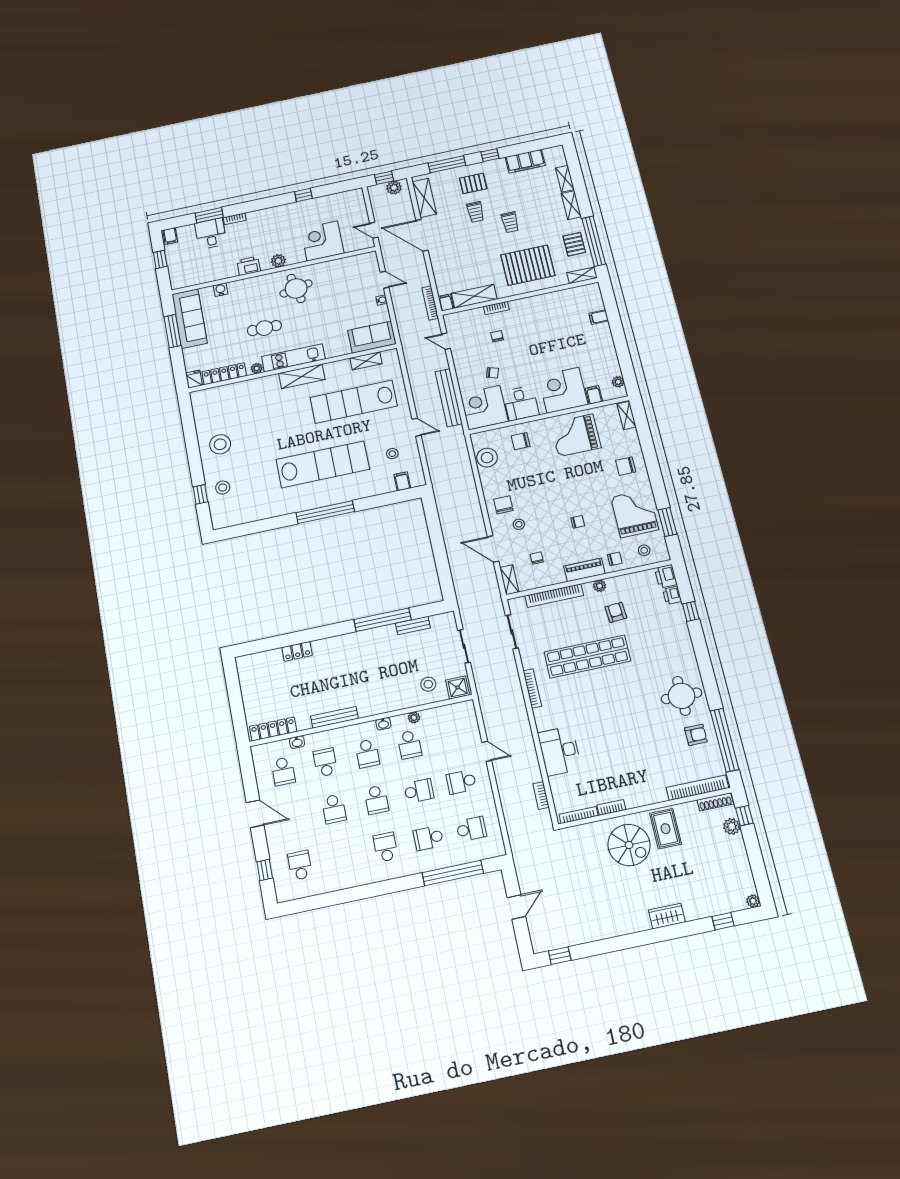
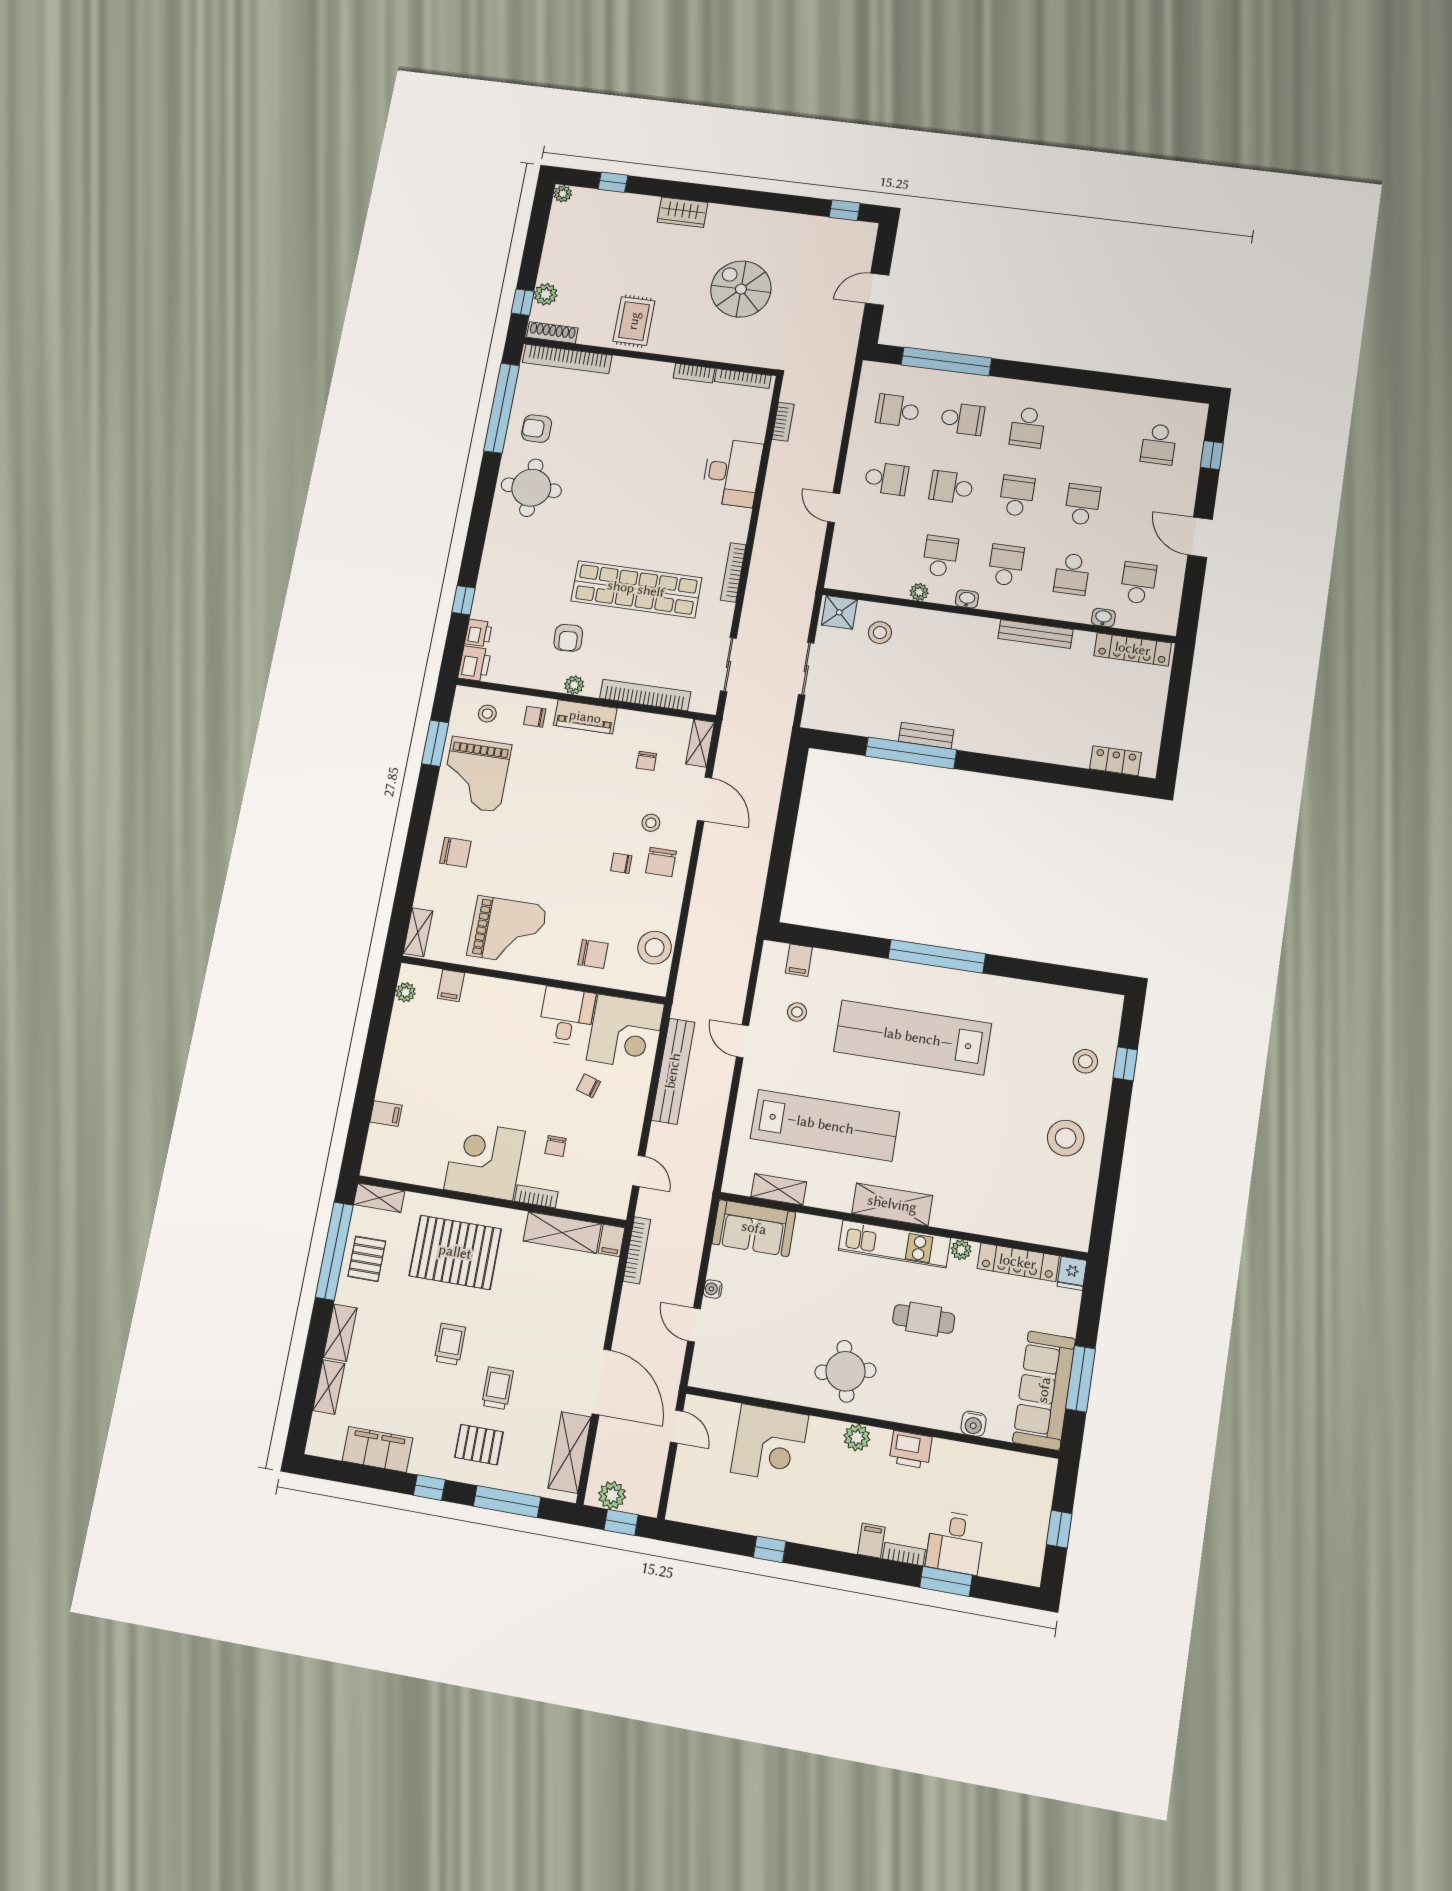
filing cabinet: (170, 236) -> (871, 1541), moved
corner desk: (563, 390) -> (485, 1160), moved, turned 180
chair: (578, 522) -> (621, 863), moved
bench: (413, 626) -> (926, 736), moved
locker: (297, 651) -> (1115, 761), moved
spiral stairs: (629, 845) -> (741, 289), moved

